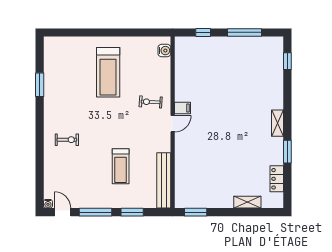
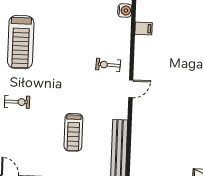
treadmill: (108, 72) -> (21, 42), moved
filing cabinet: (182, 108) -> (143, 28), moved

